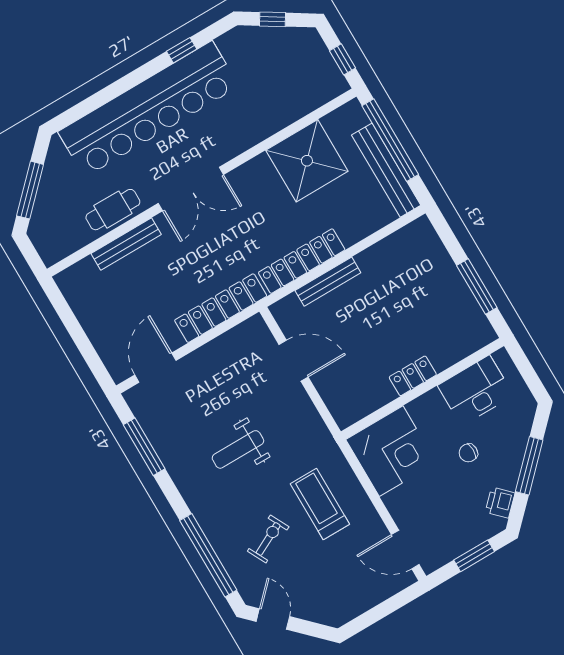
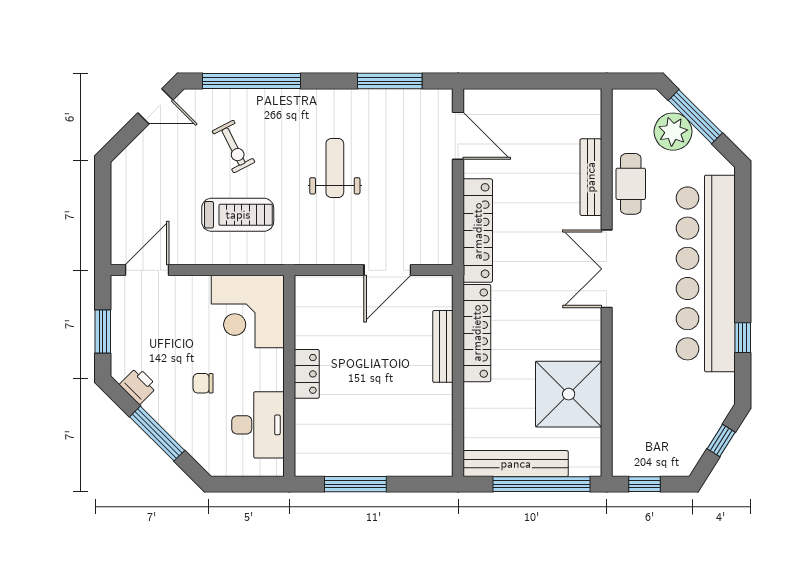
plant: (52, 201) -> (673, 132), added
chair: (468, 453) -> (203, 383), turned -90

